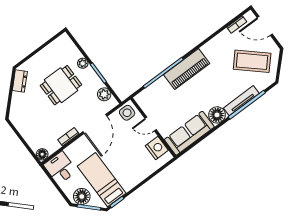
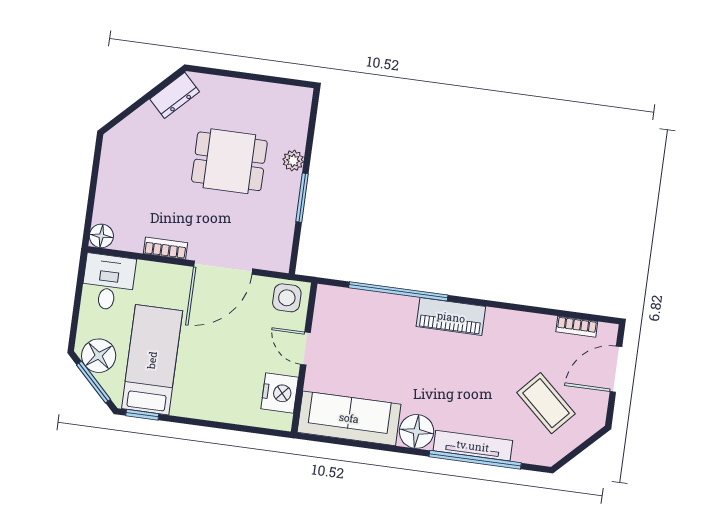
door: (265, 26) -> (616, 369), hinge flipped
coffee table: (252, 61) -> (546, 403), width x0.73, depth x0.76
piano: (187, 69) -> (451, 317), width x0.73, depth x0.75
plant: (104, 94) -> (280, 237), removed

